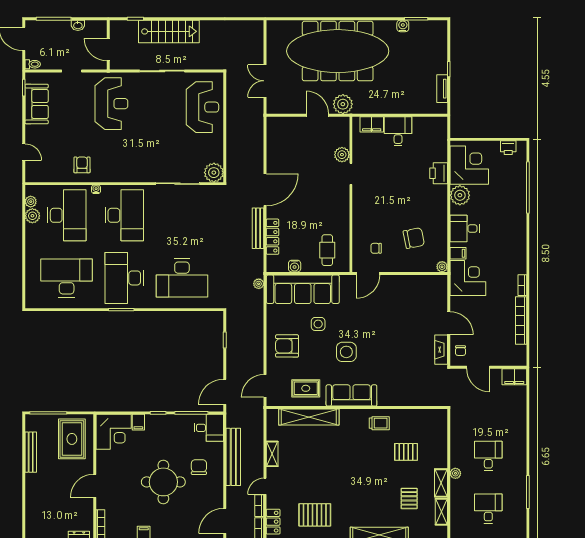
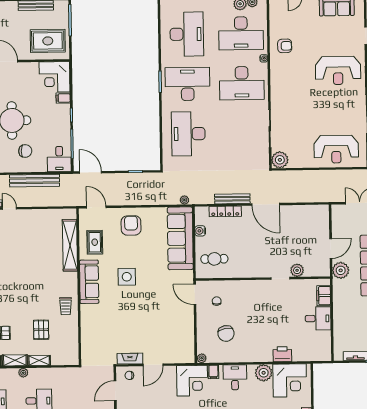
side table: (318, 324) -> (150, 252), removed
shelving: (272, 454) -> (39, 360), moved

